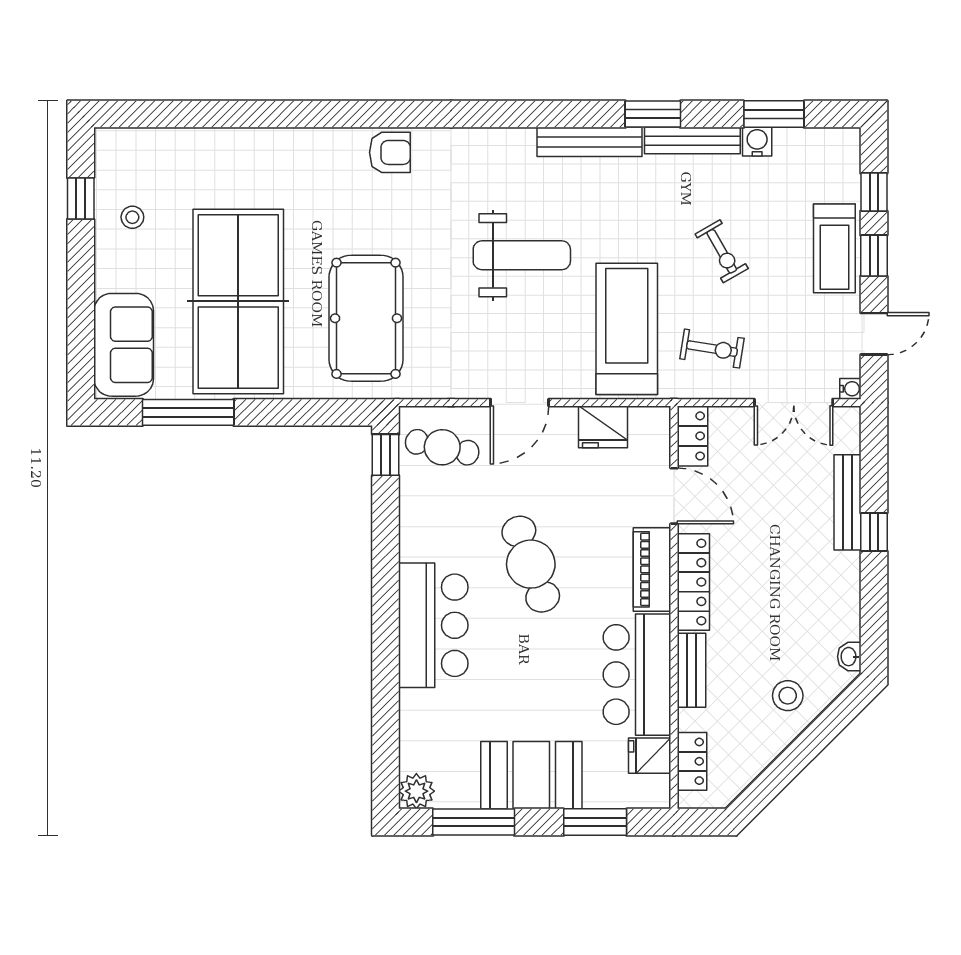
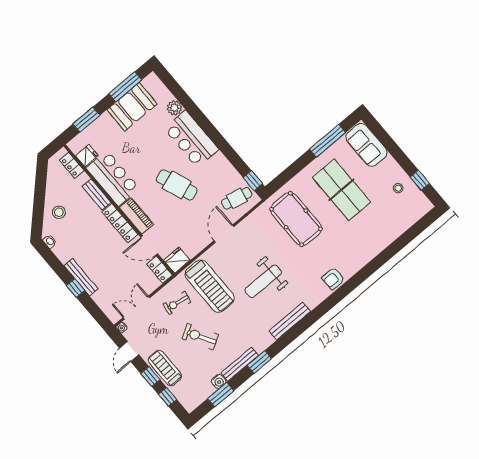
bench: (590, 142) -> (290, 321), moved
exercise bike: (722, 251) -> (200, 337), width x1.38, depth x1.39
table tennis table: (238, 301) -> (341, 190), width x0.73, depth x0.76
fridge: (603, 427) -> (177, 260), moved
bench: (847, 502) -> (81, 277), moved
booth: (531, 775) -> (132, 107), moved
plant: (416, 791) -> (174, 108), moved

